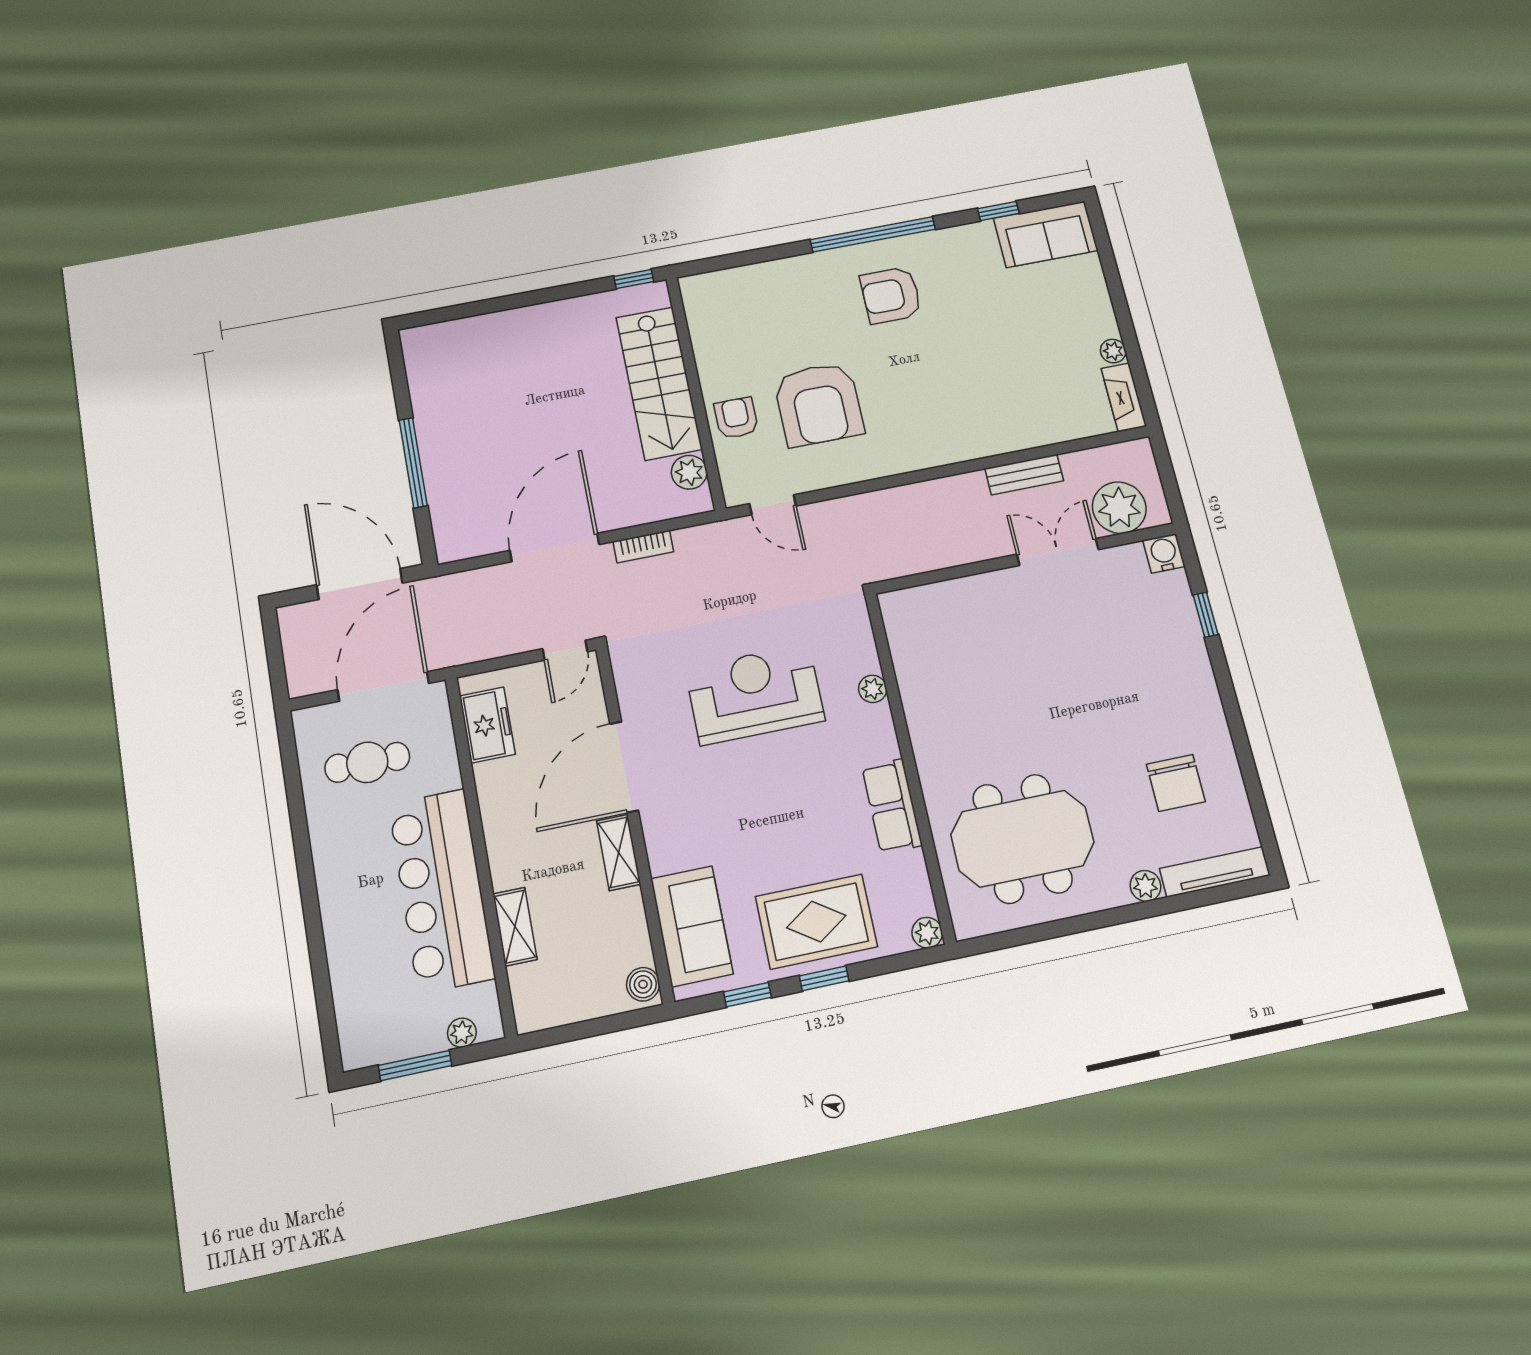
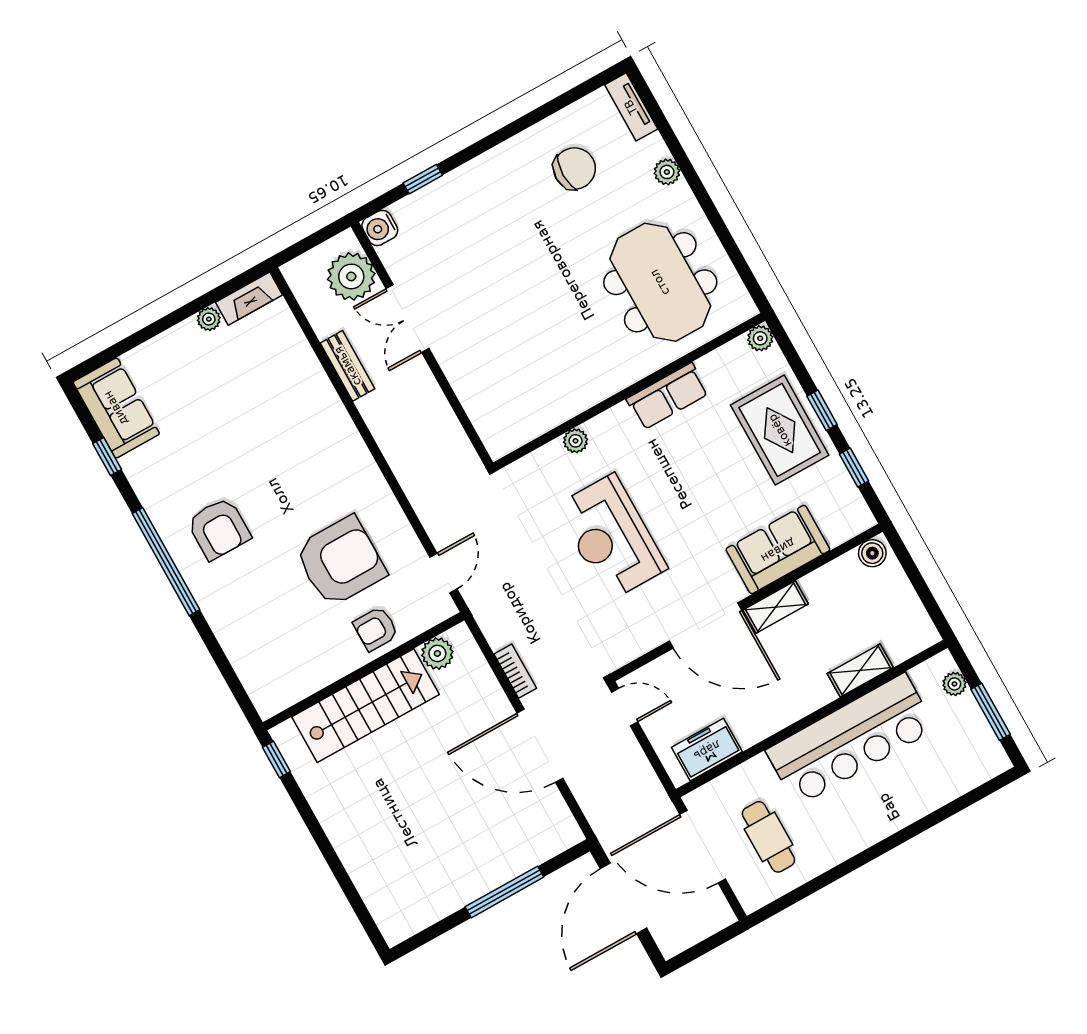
tv unit: (1215, 872) -> (631, 107), width x0.71
sofa: (692, 926) -> (778, 550), moved

